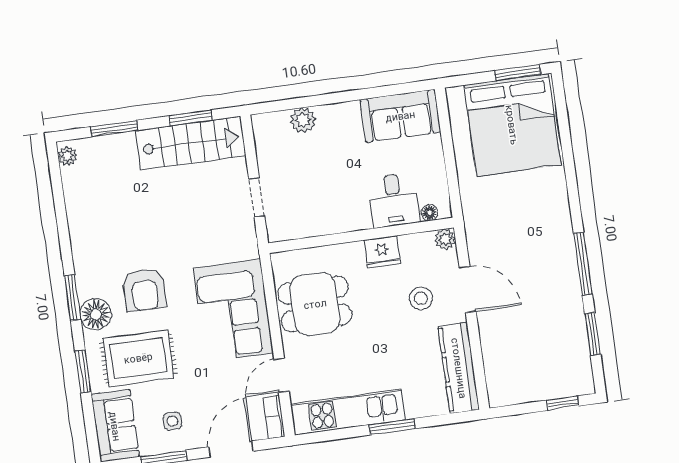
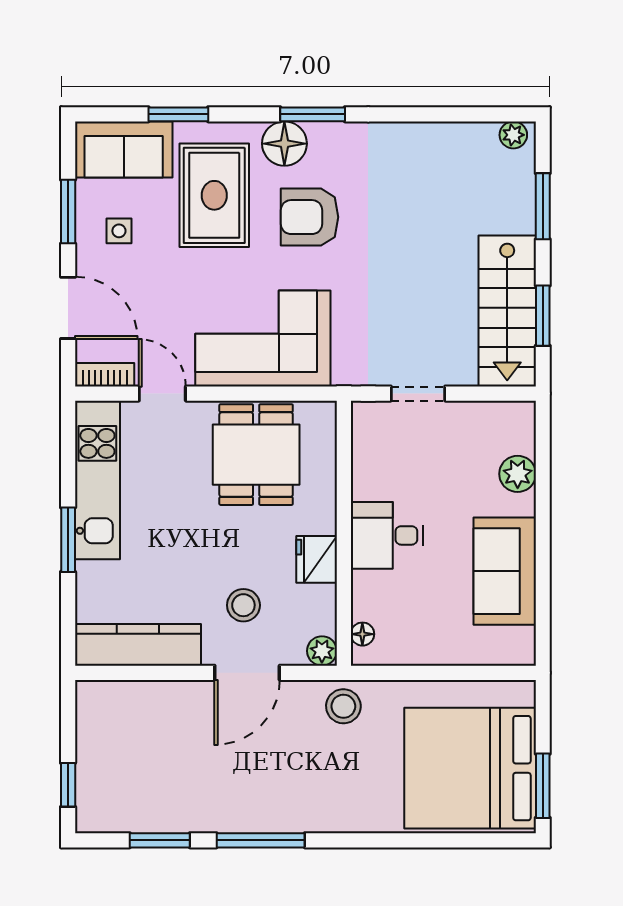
sofa: (400, 116) -> (505, 571), moved
desk: (394, 200) -> (387, 535), moved
stool: (482, 219) -> (343, 706), added
window: (83, 372) -> (178, 114), moved

